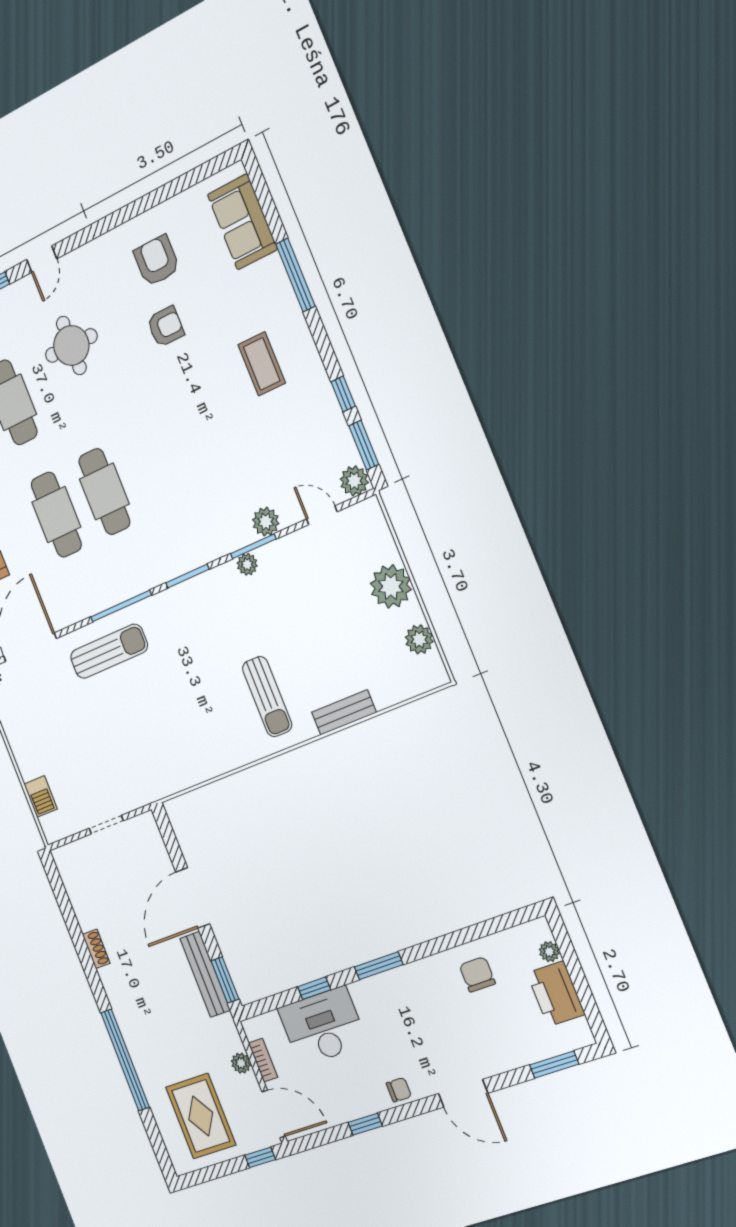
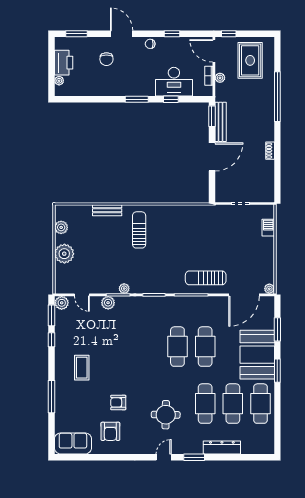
sofa: (242, 222) -> (73, 443), moved, turned -90
chair: (477, 974) -> (106, 59), moved

